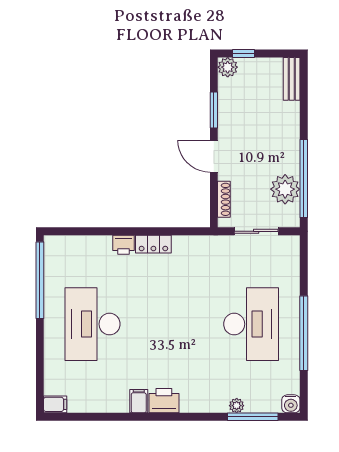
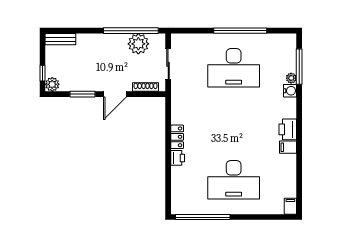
desk: (251, 324) -> (234, 68), turned 180
water cooler: (291, 404) -> (290, 91), moved

